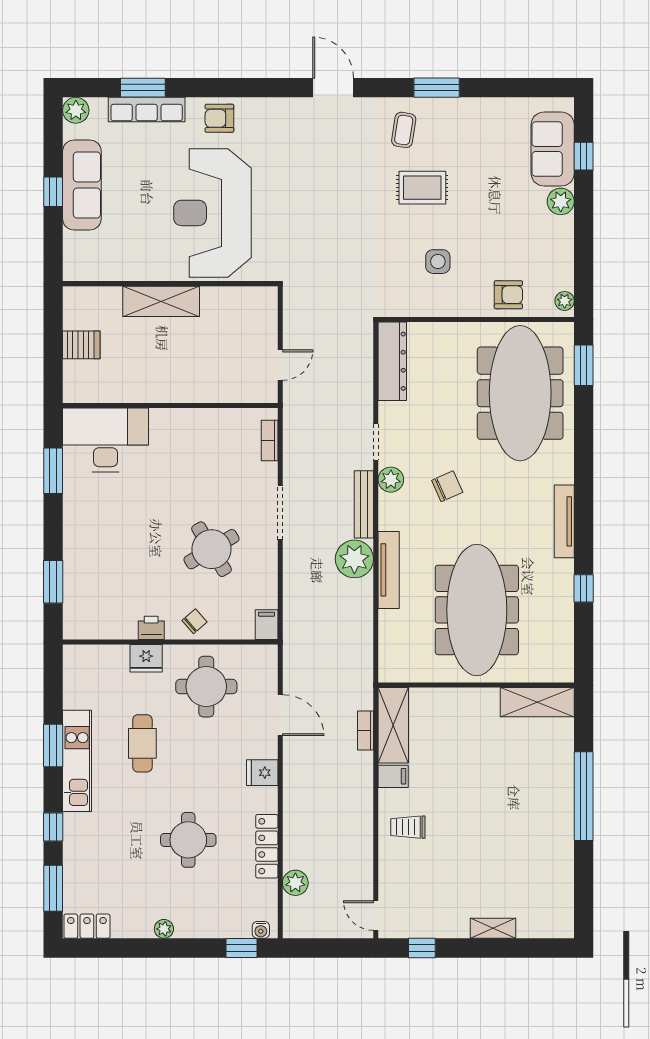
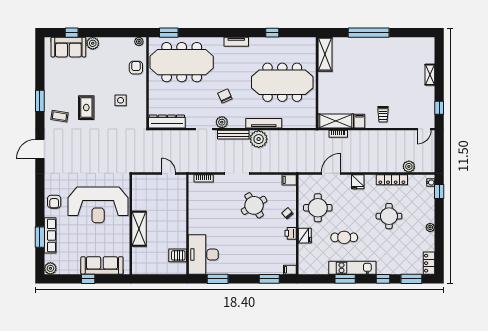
sofa: (82, 185) -> (102, 265), moved
server rack: (81, 345) -> (178, 255), moved, turned -90
tv unit: (564, 521) -> (236, 42), width x0.71
filing cabinet: (73, 626) -> (290, 270), added

